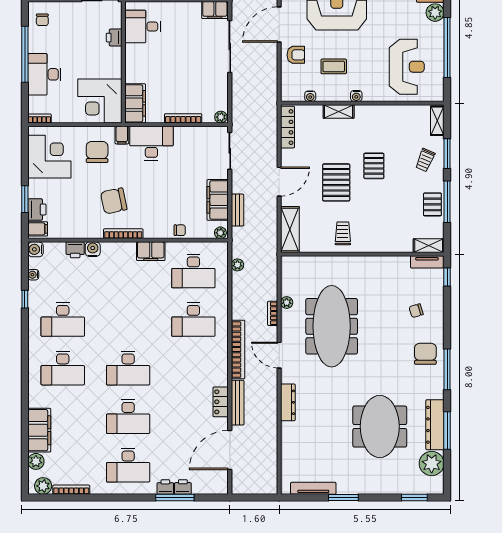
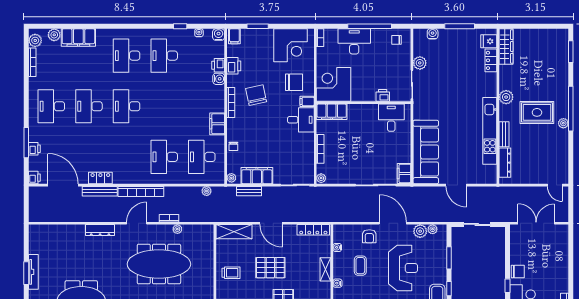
desk: (151, 143) -> (301, 120), width x0.73
printer: (37, 209) -> (234, 66), moved, turned -90
printer: (165, 487) -> (34, 178), moved
tv unit: (313, 488) -> (33, 272), moved

